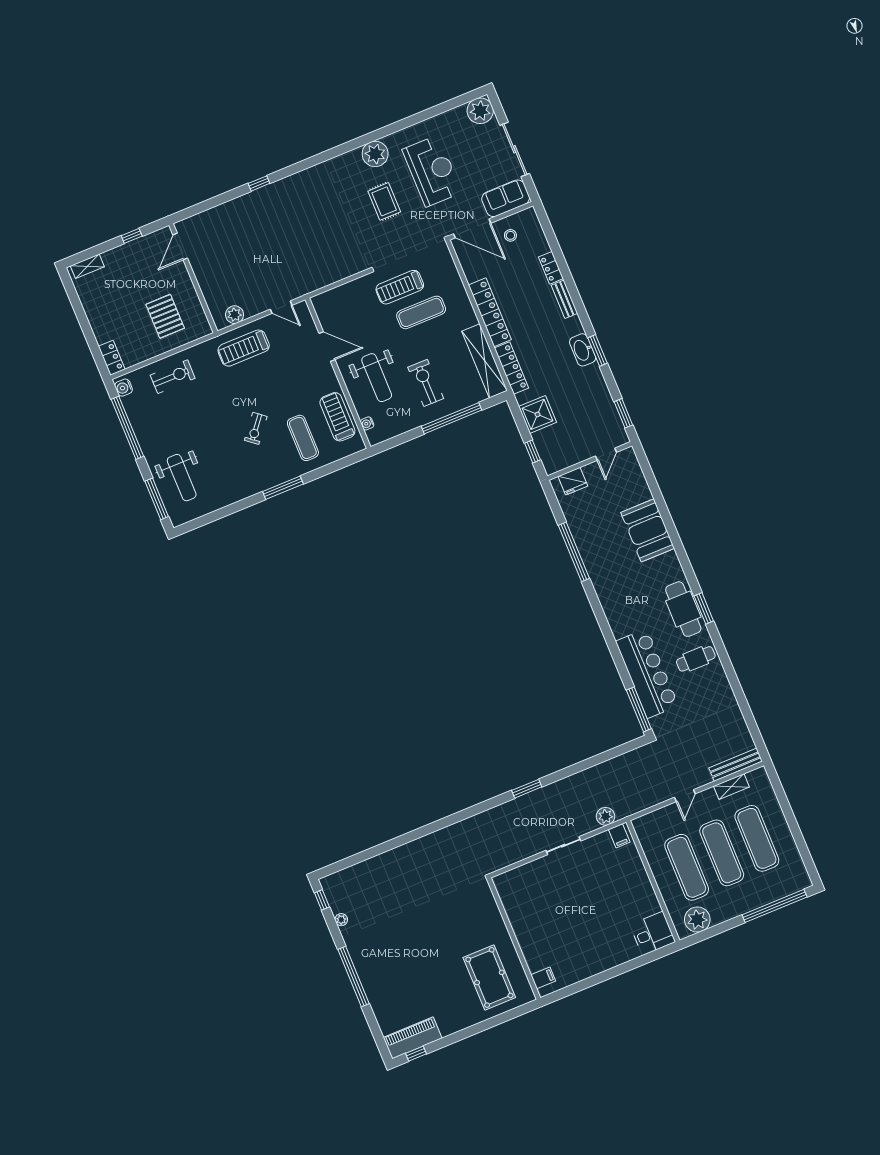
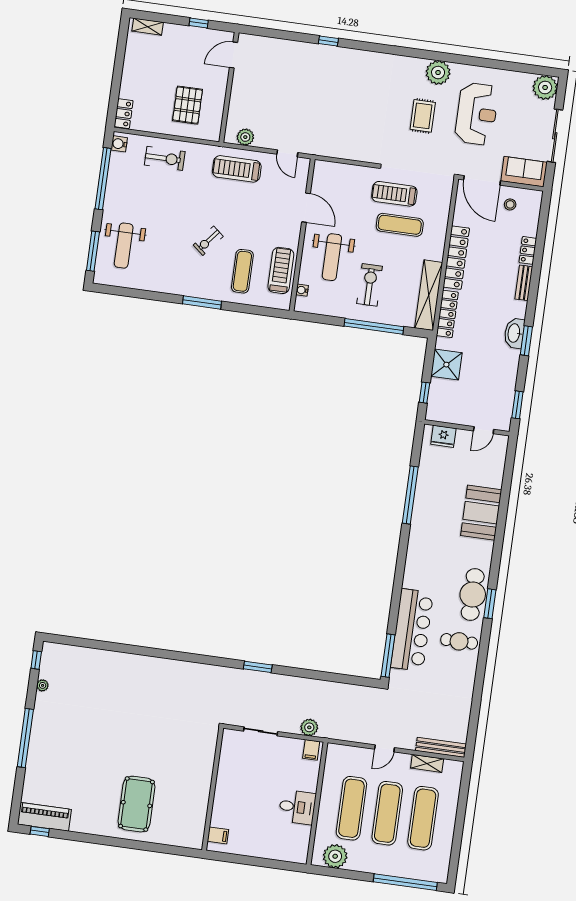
desk: (653, 933) -> (297, 807), moved
wall: (514, 939) -> (213, 789), moved
filing cabinet: (543, 978) -> (218, 835), moved

